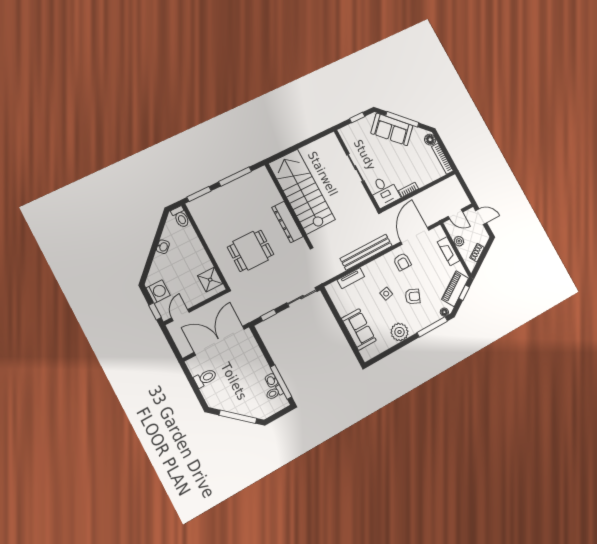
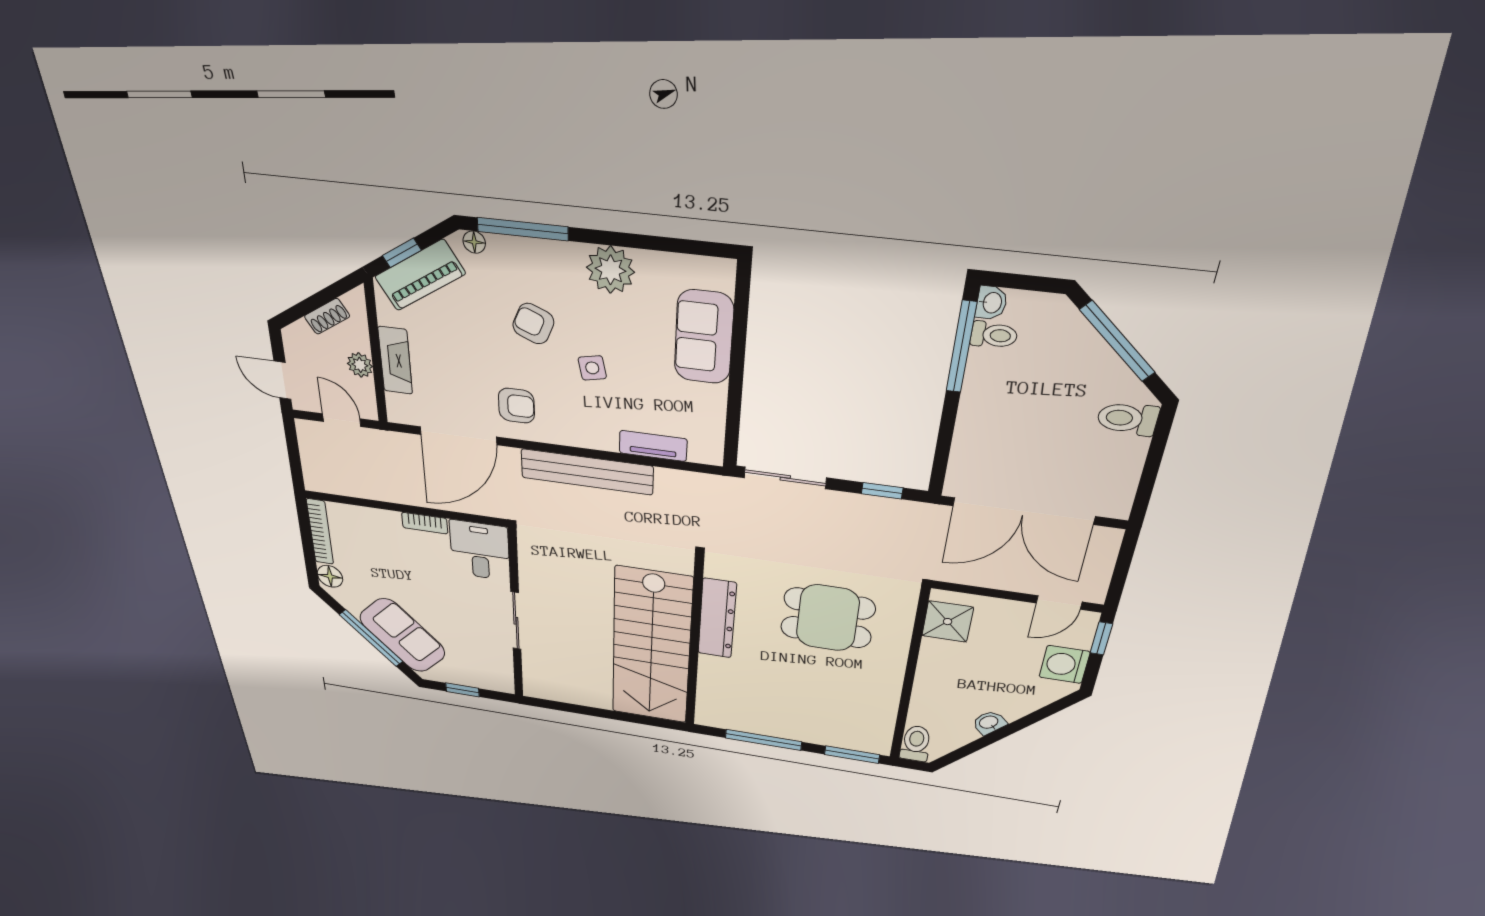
armchair: (402, 262) -> (516, 406), turned 90
toilet: (205, 378) -> (1128, 419), moved
washbasin: (271, 380) -> (991, 303), moved

